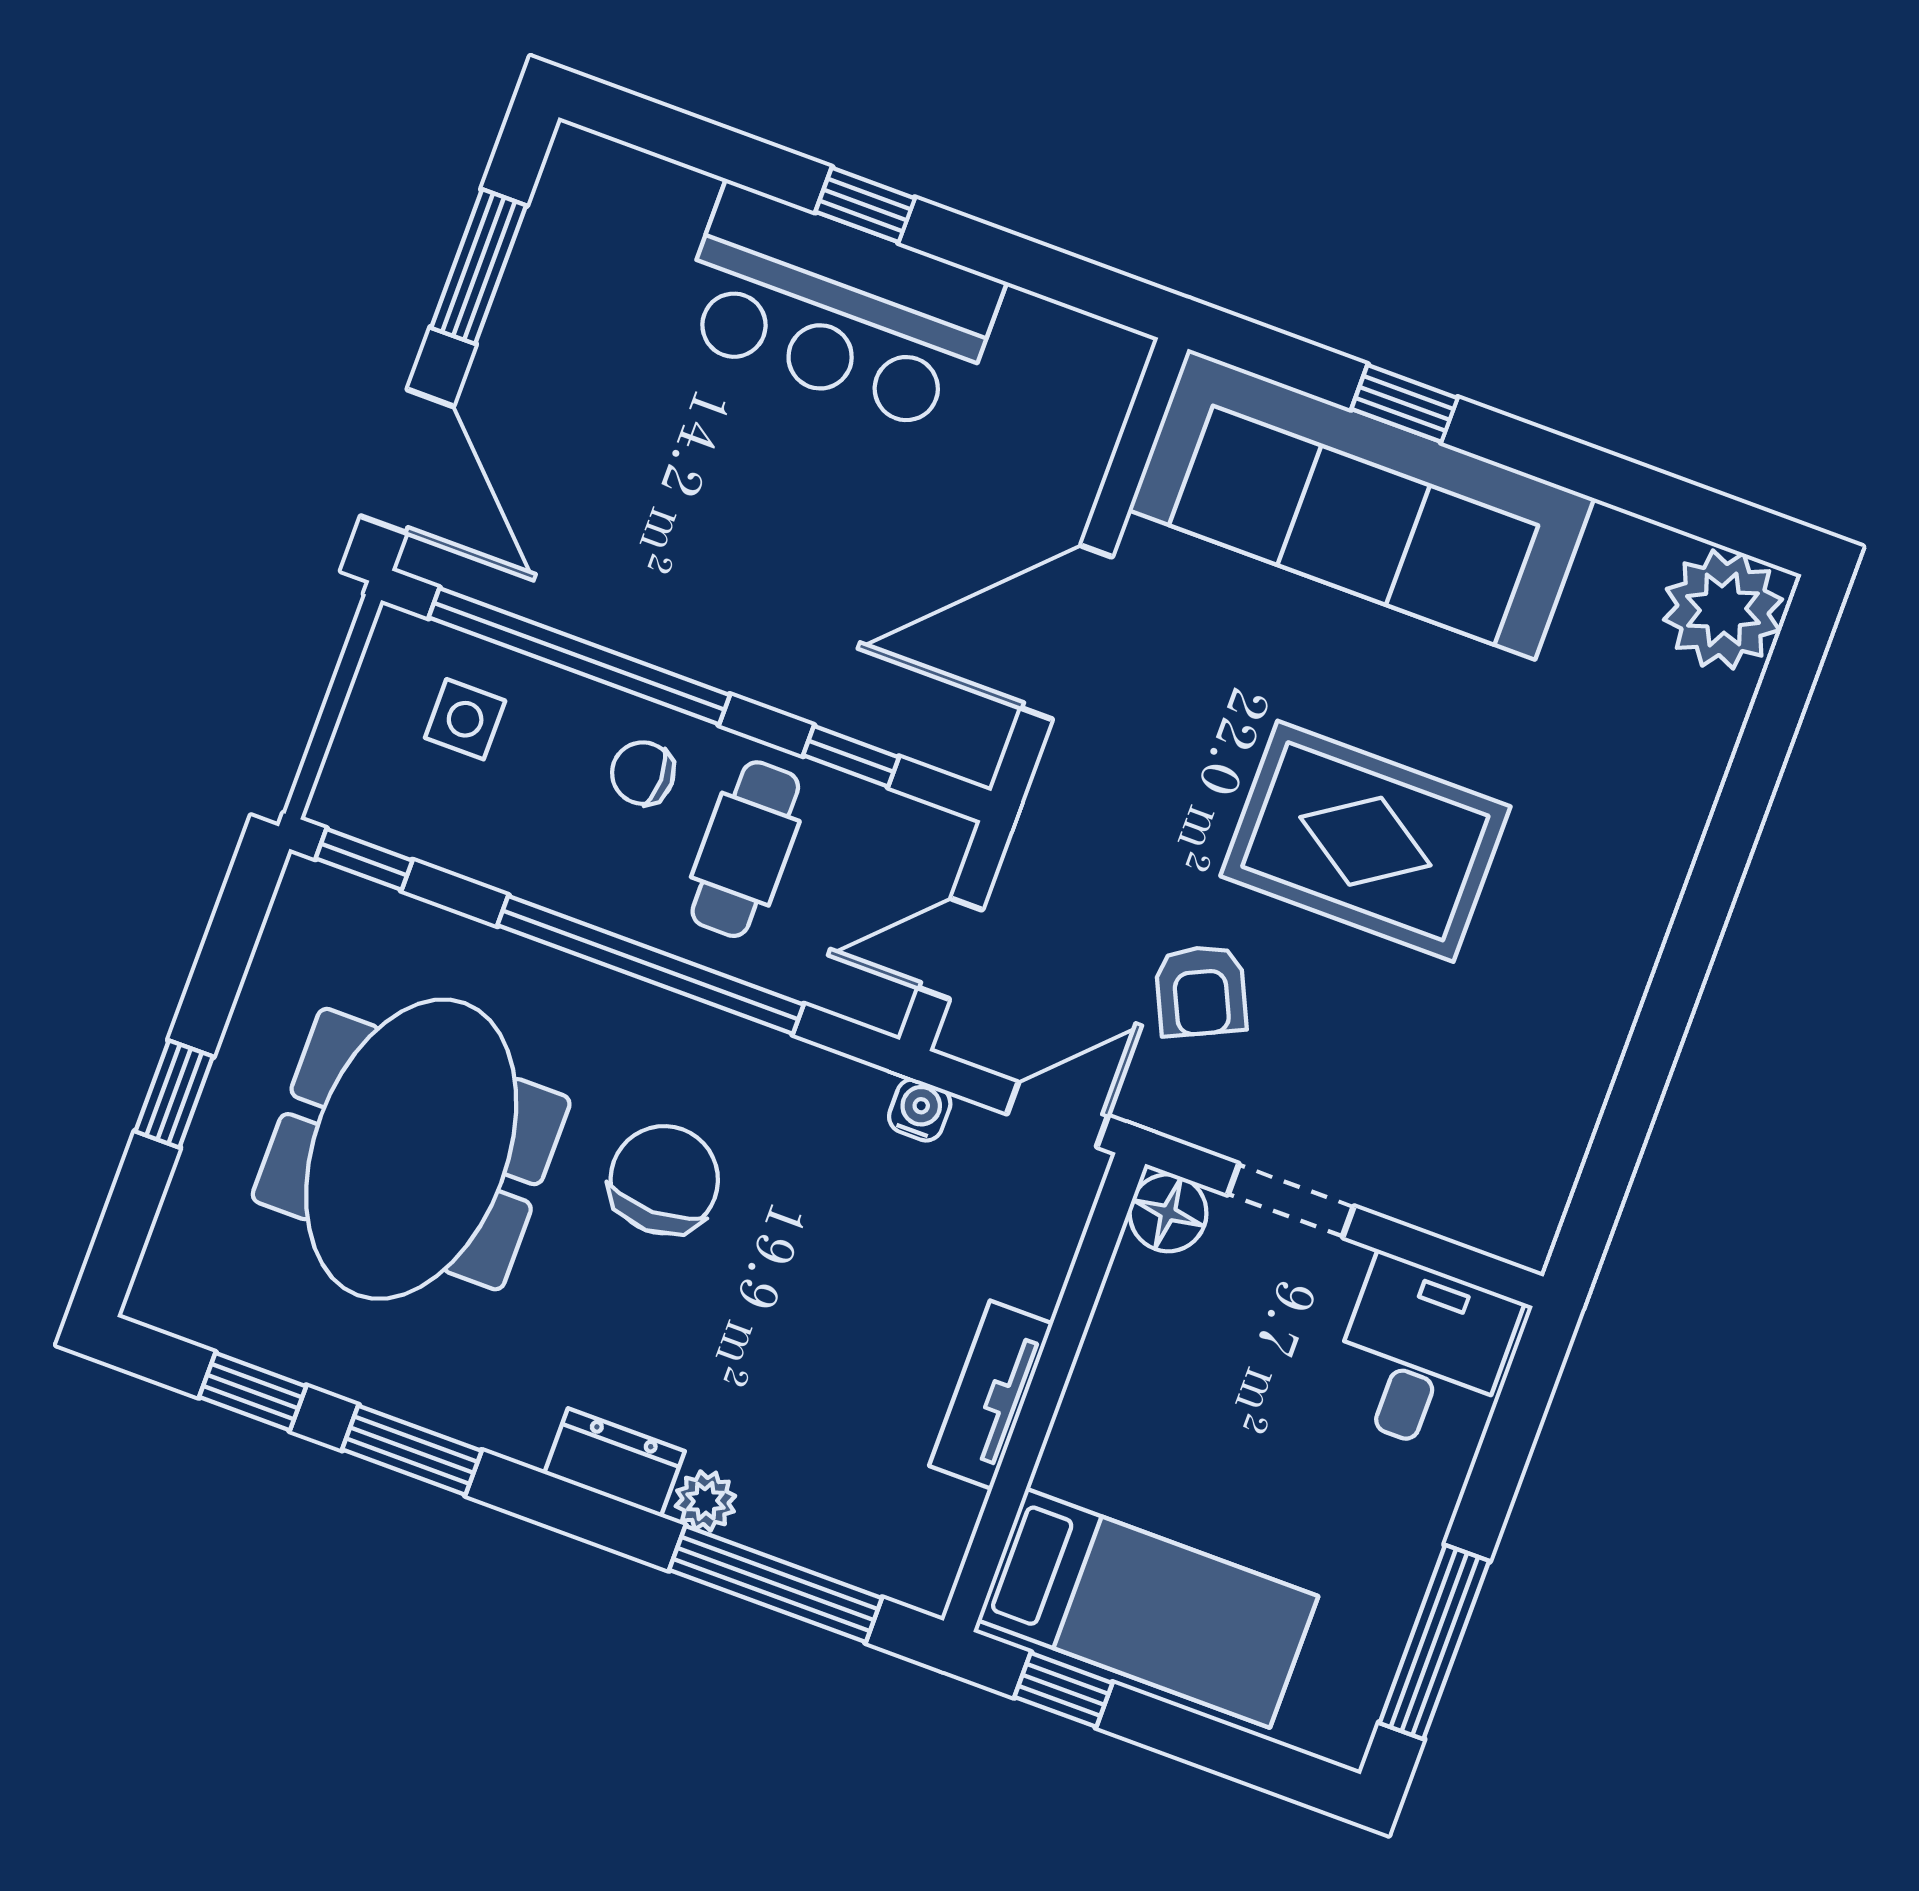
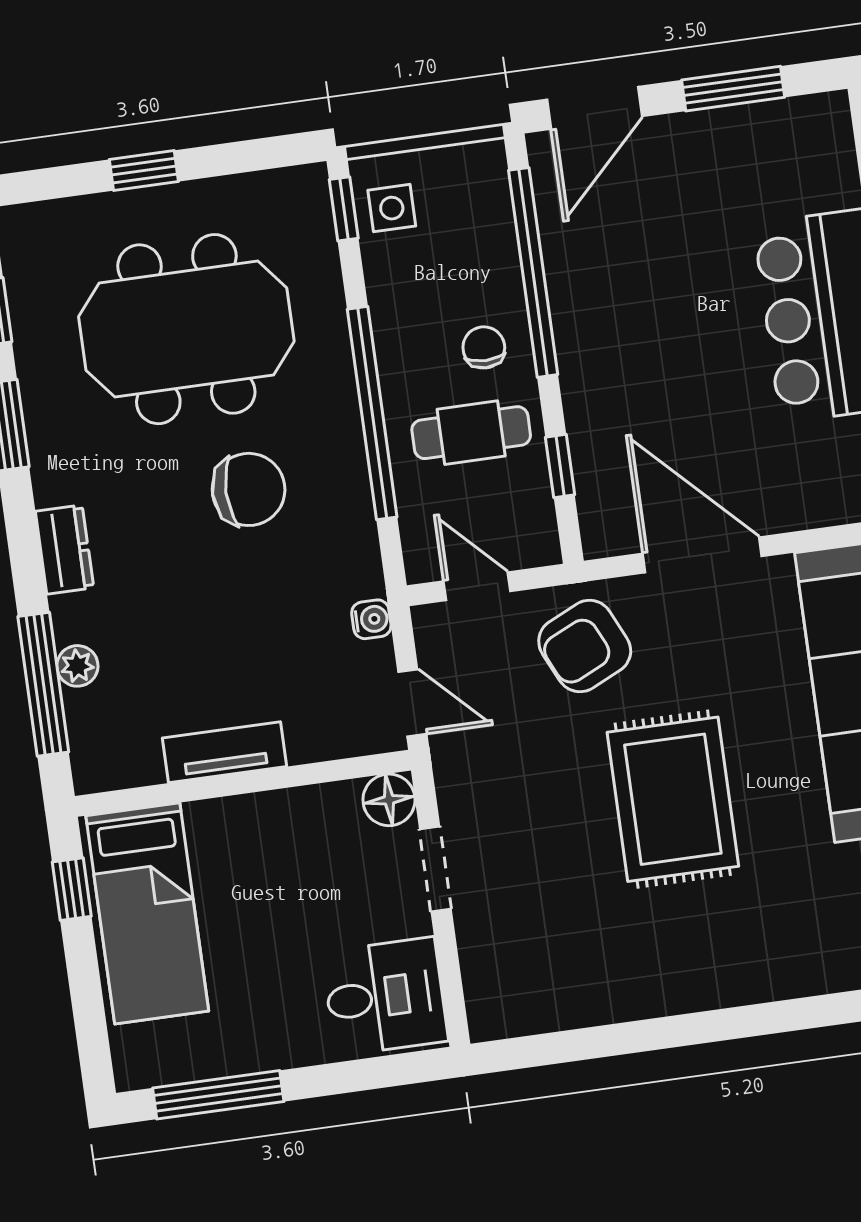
side table: (465, 719) -> (392, 208), moved
armchair: (1201, 991) -> (585, 646), moved, width x1.38, depth x1.38
plant: (705, 1501) -> (77, 666), moved

